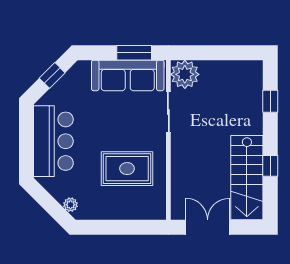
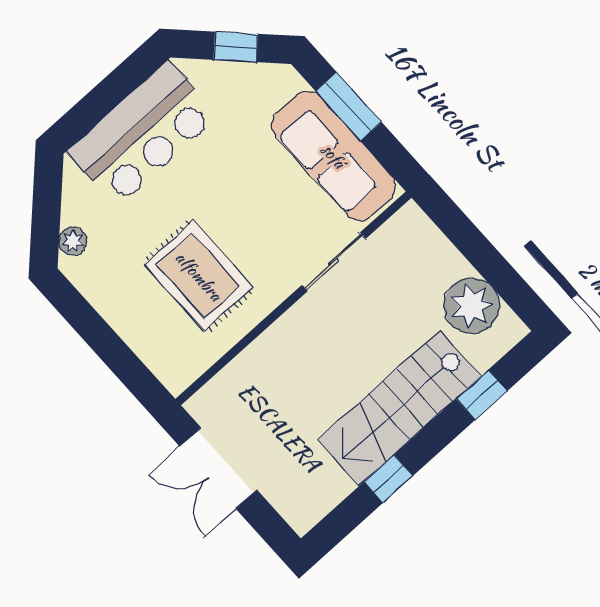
window: (134, 53) -> (349, 106), moved
plant: (185, 74) -> (472, 306), moved
stairs: (247, 178) -> (399, 408), moved
double door: (208, 227) -> (218, 468), swing flipped

